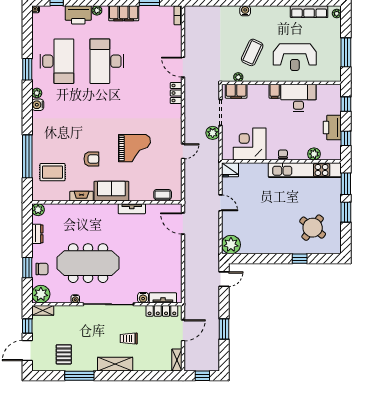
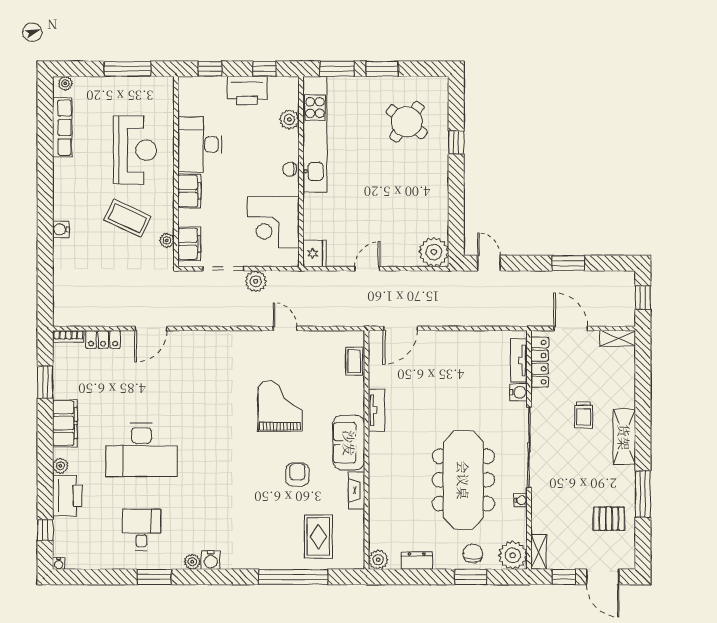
desk: (57, 61) -> (141, 530), width x0.53, depth x0.77
filing cabinet: (275, 91) -> (189, 191), width x2.00
locker: (176, 93) -> (103, 339), moved

